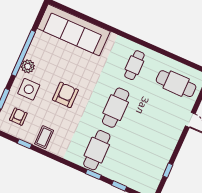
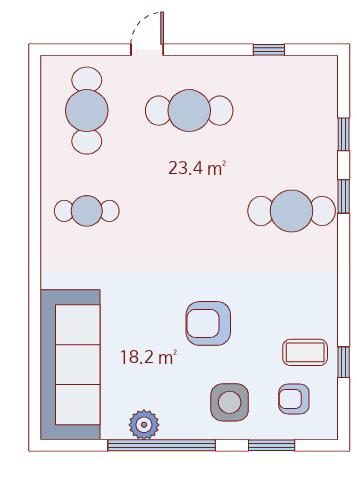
plant: (28, 66) -> (144, 425), moved
cafe table: (116, 108) -> (189, 111), moved
coffee table: (44, 137) -> (305, 352), moved

